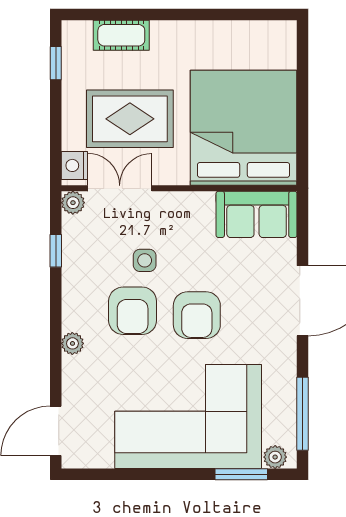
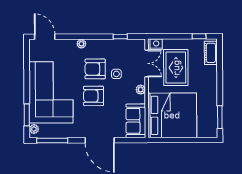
window: (249, 14) -> (220, 117), added
cot: (121, 35) -> (211, 53), moved
plant: (73, 203) -> (141, 90), moved

